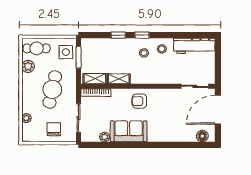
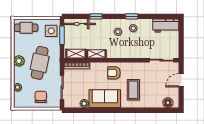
window: (142, 35) -> (132, 16), moved
bicycle: (99, 44) -> (80, 24), added
workbench: (194, 46) -> (166, 26), width x0.73
plant: (28, 66) -> (19, 61), moved
door: (218, 110) -> (181, 80), width x0.53
coffee table: (162, 121) -> (133, 90), added

